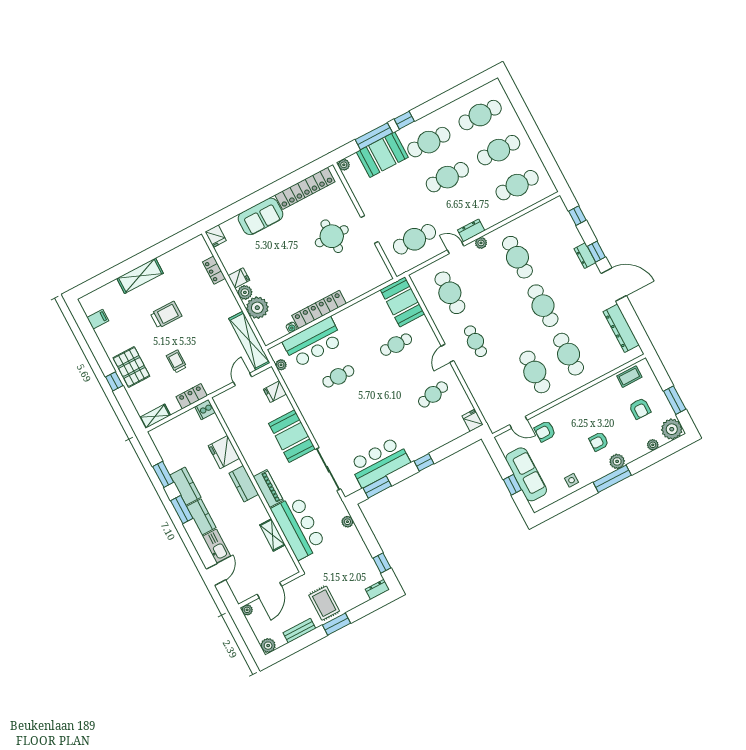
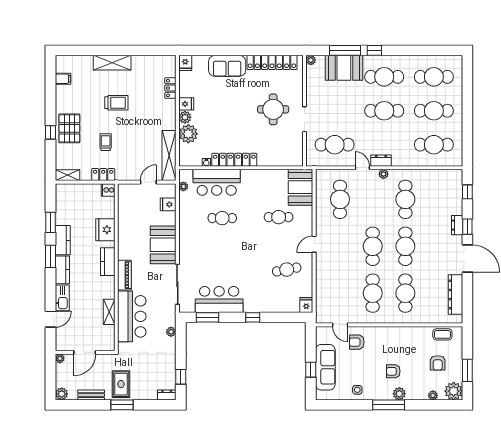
cafe table: (475, 341) -> (373, 246), moved, width x1.37, depth x1.35

